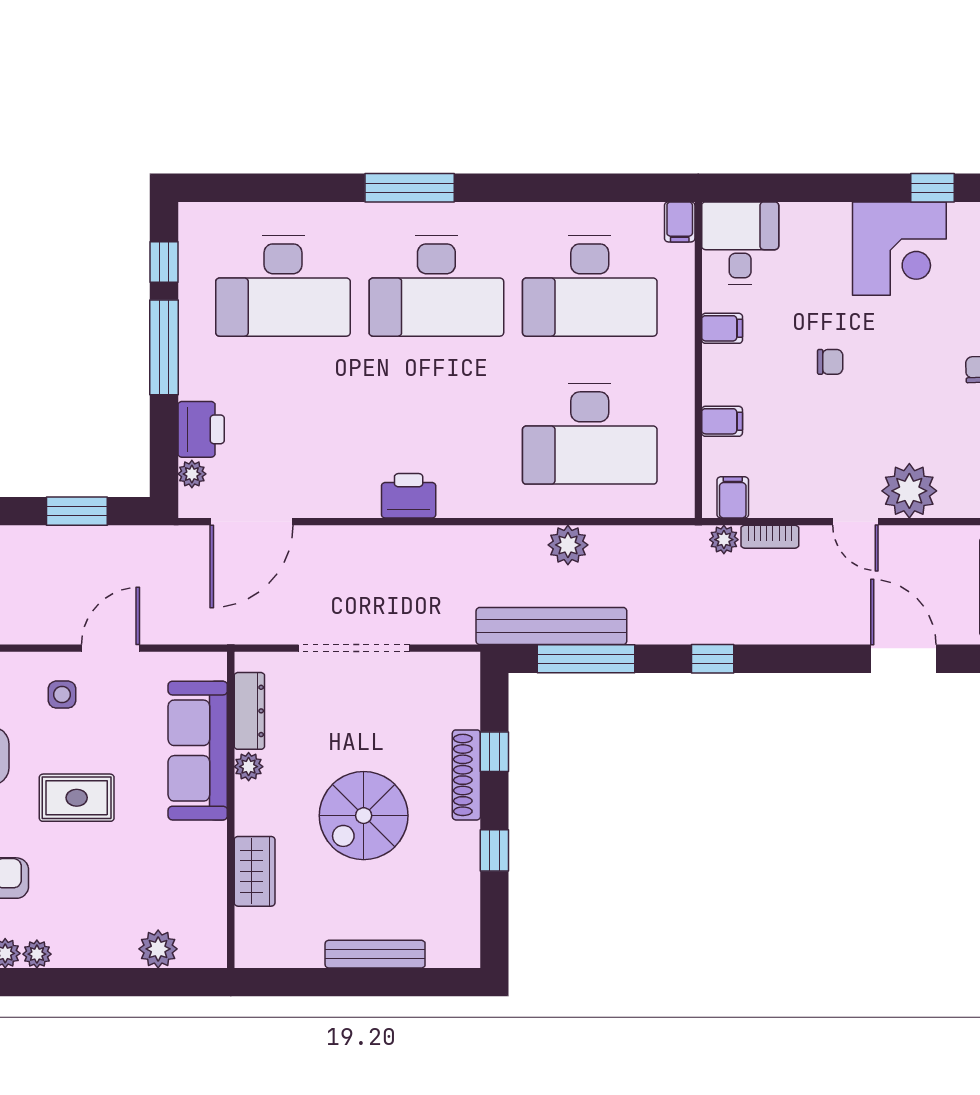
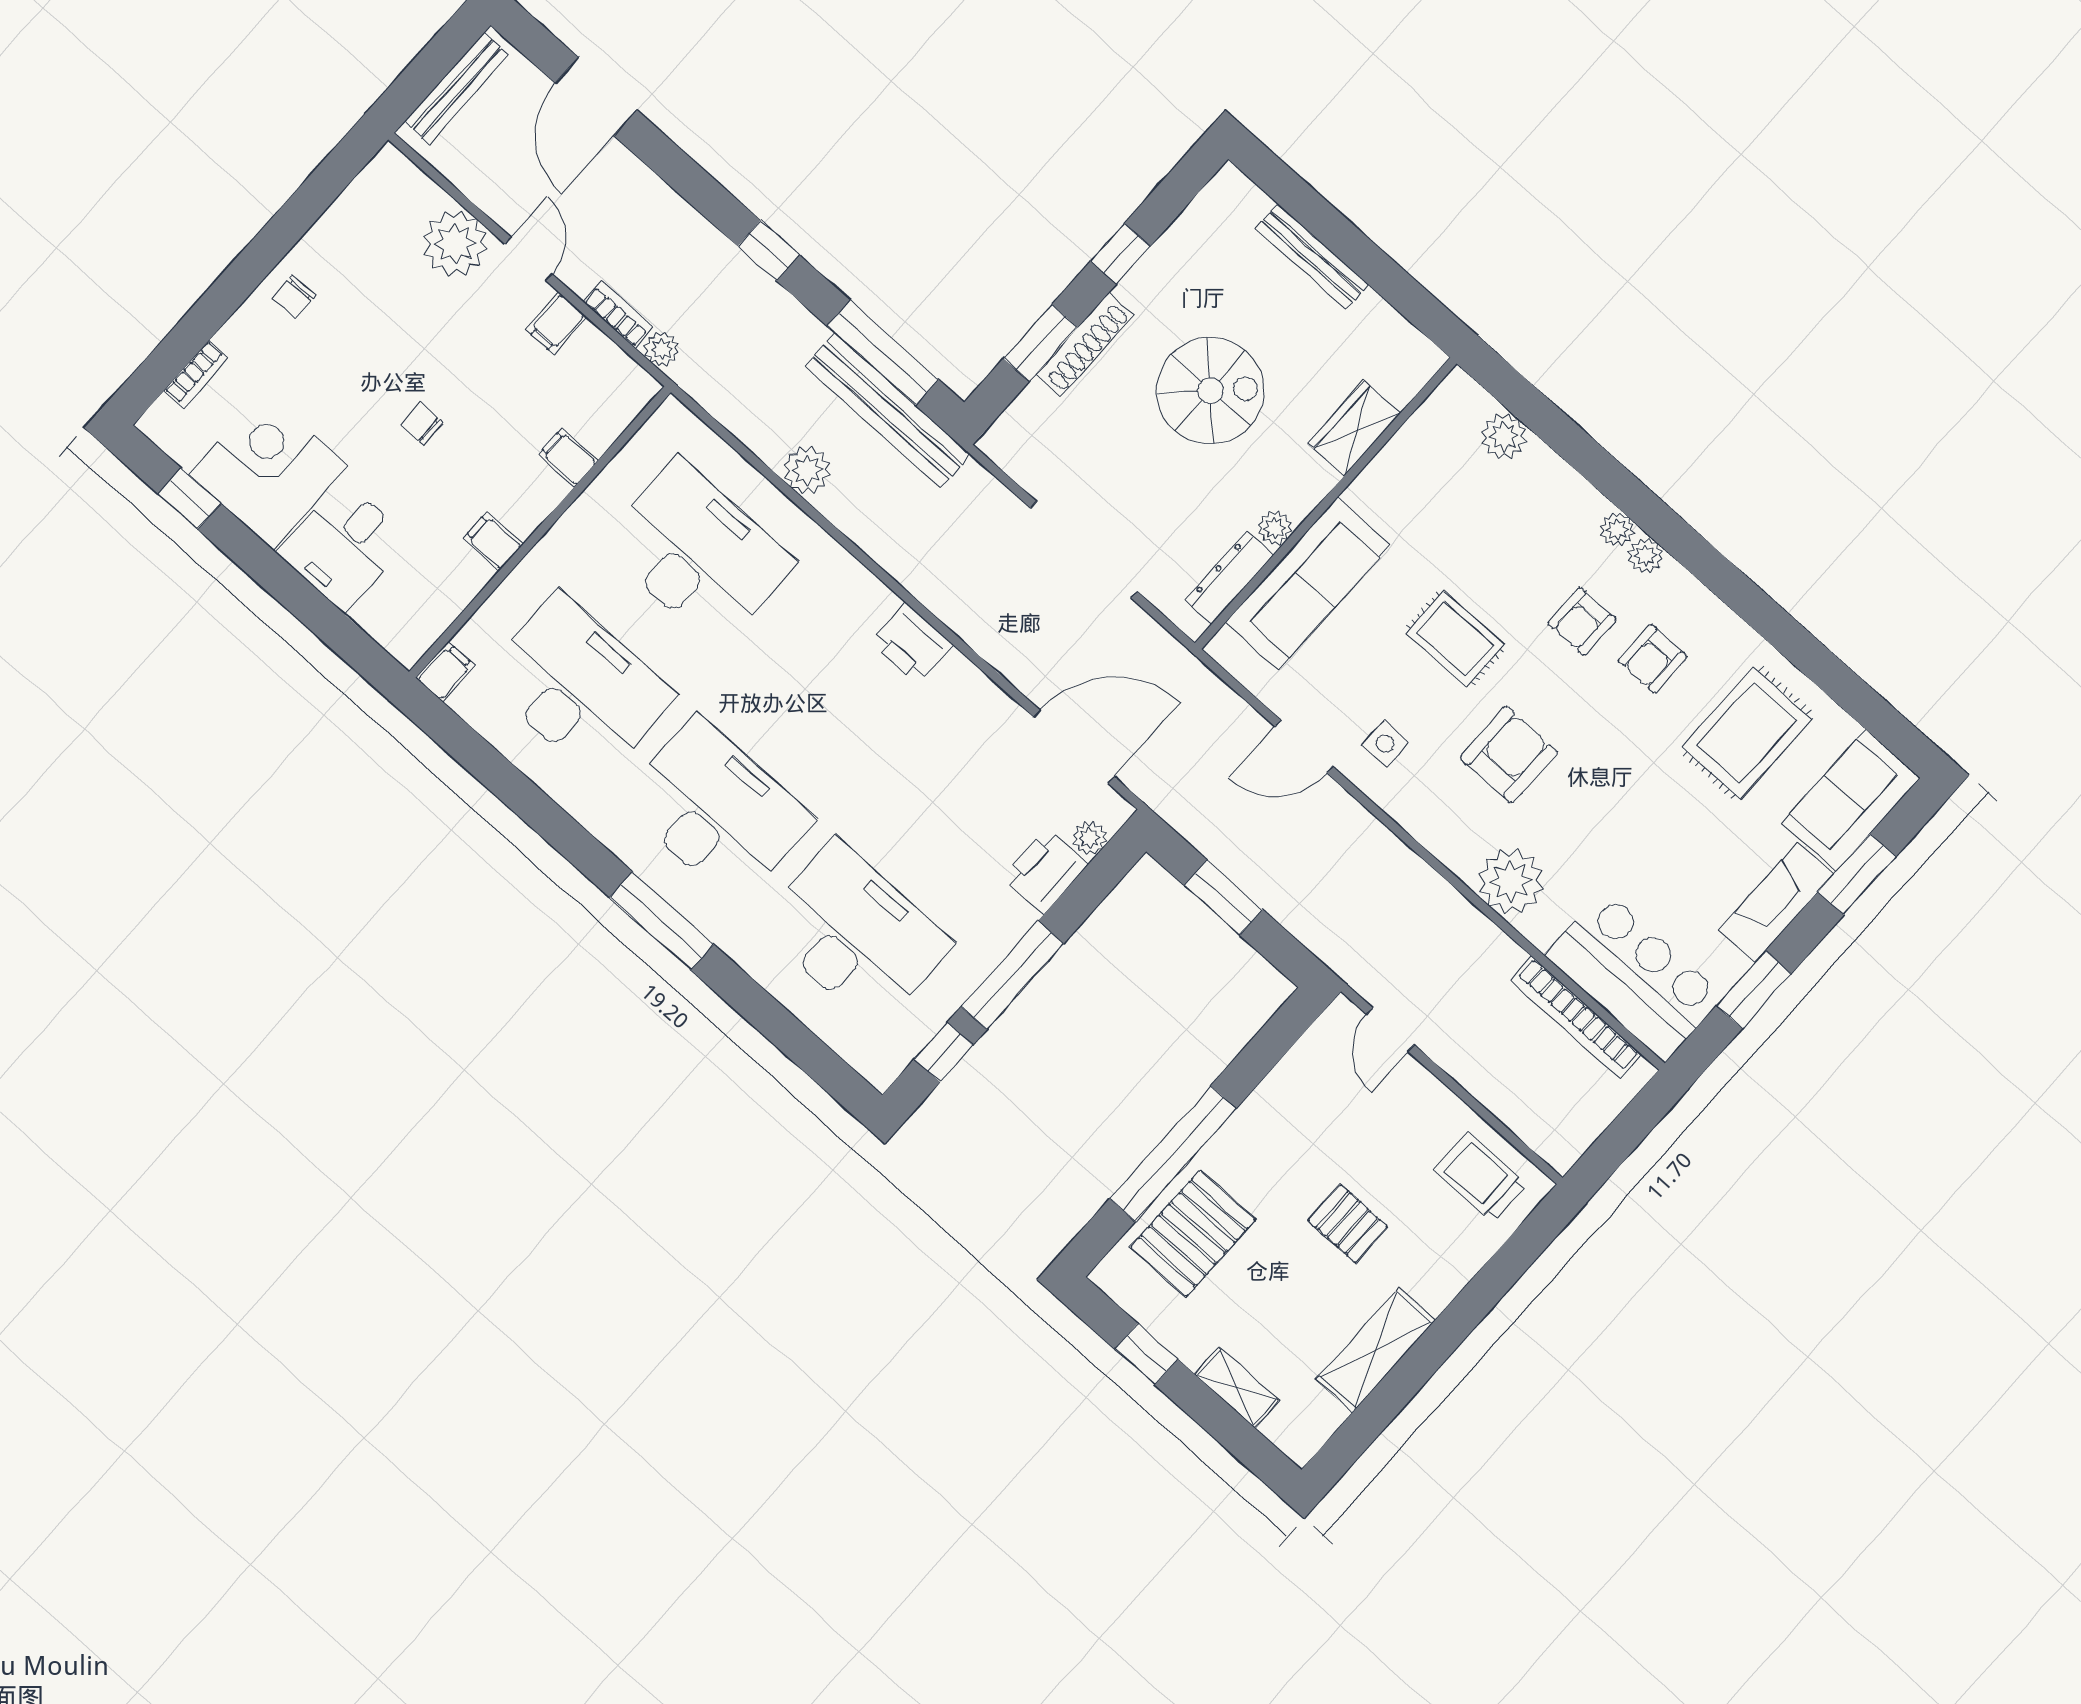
desk: (740, 243) -> (343, 546), moved
filing cabinet: (733, 497) -> (556, 323), moved
window: (494, 752) -> (1041, 343), width x1.50

